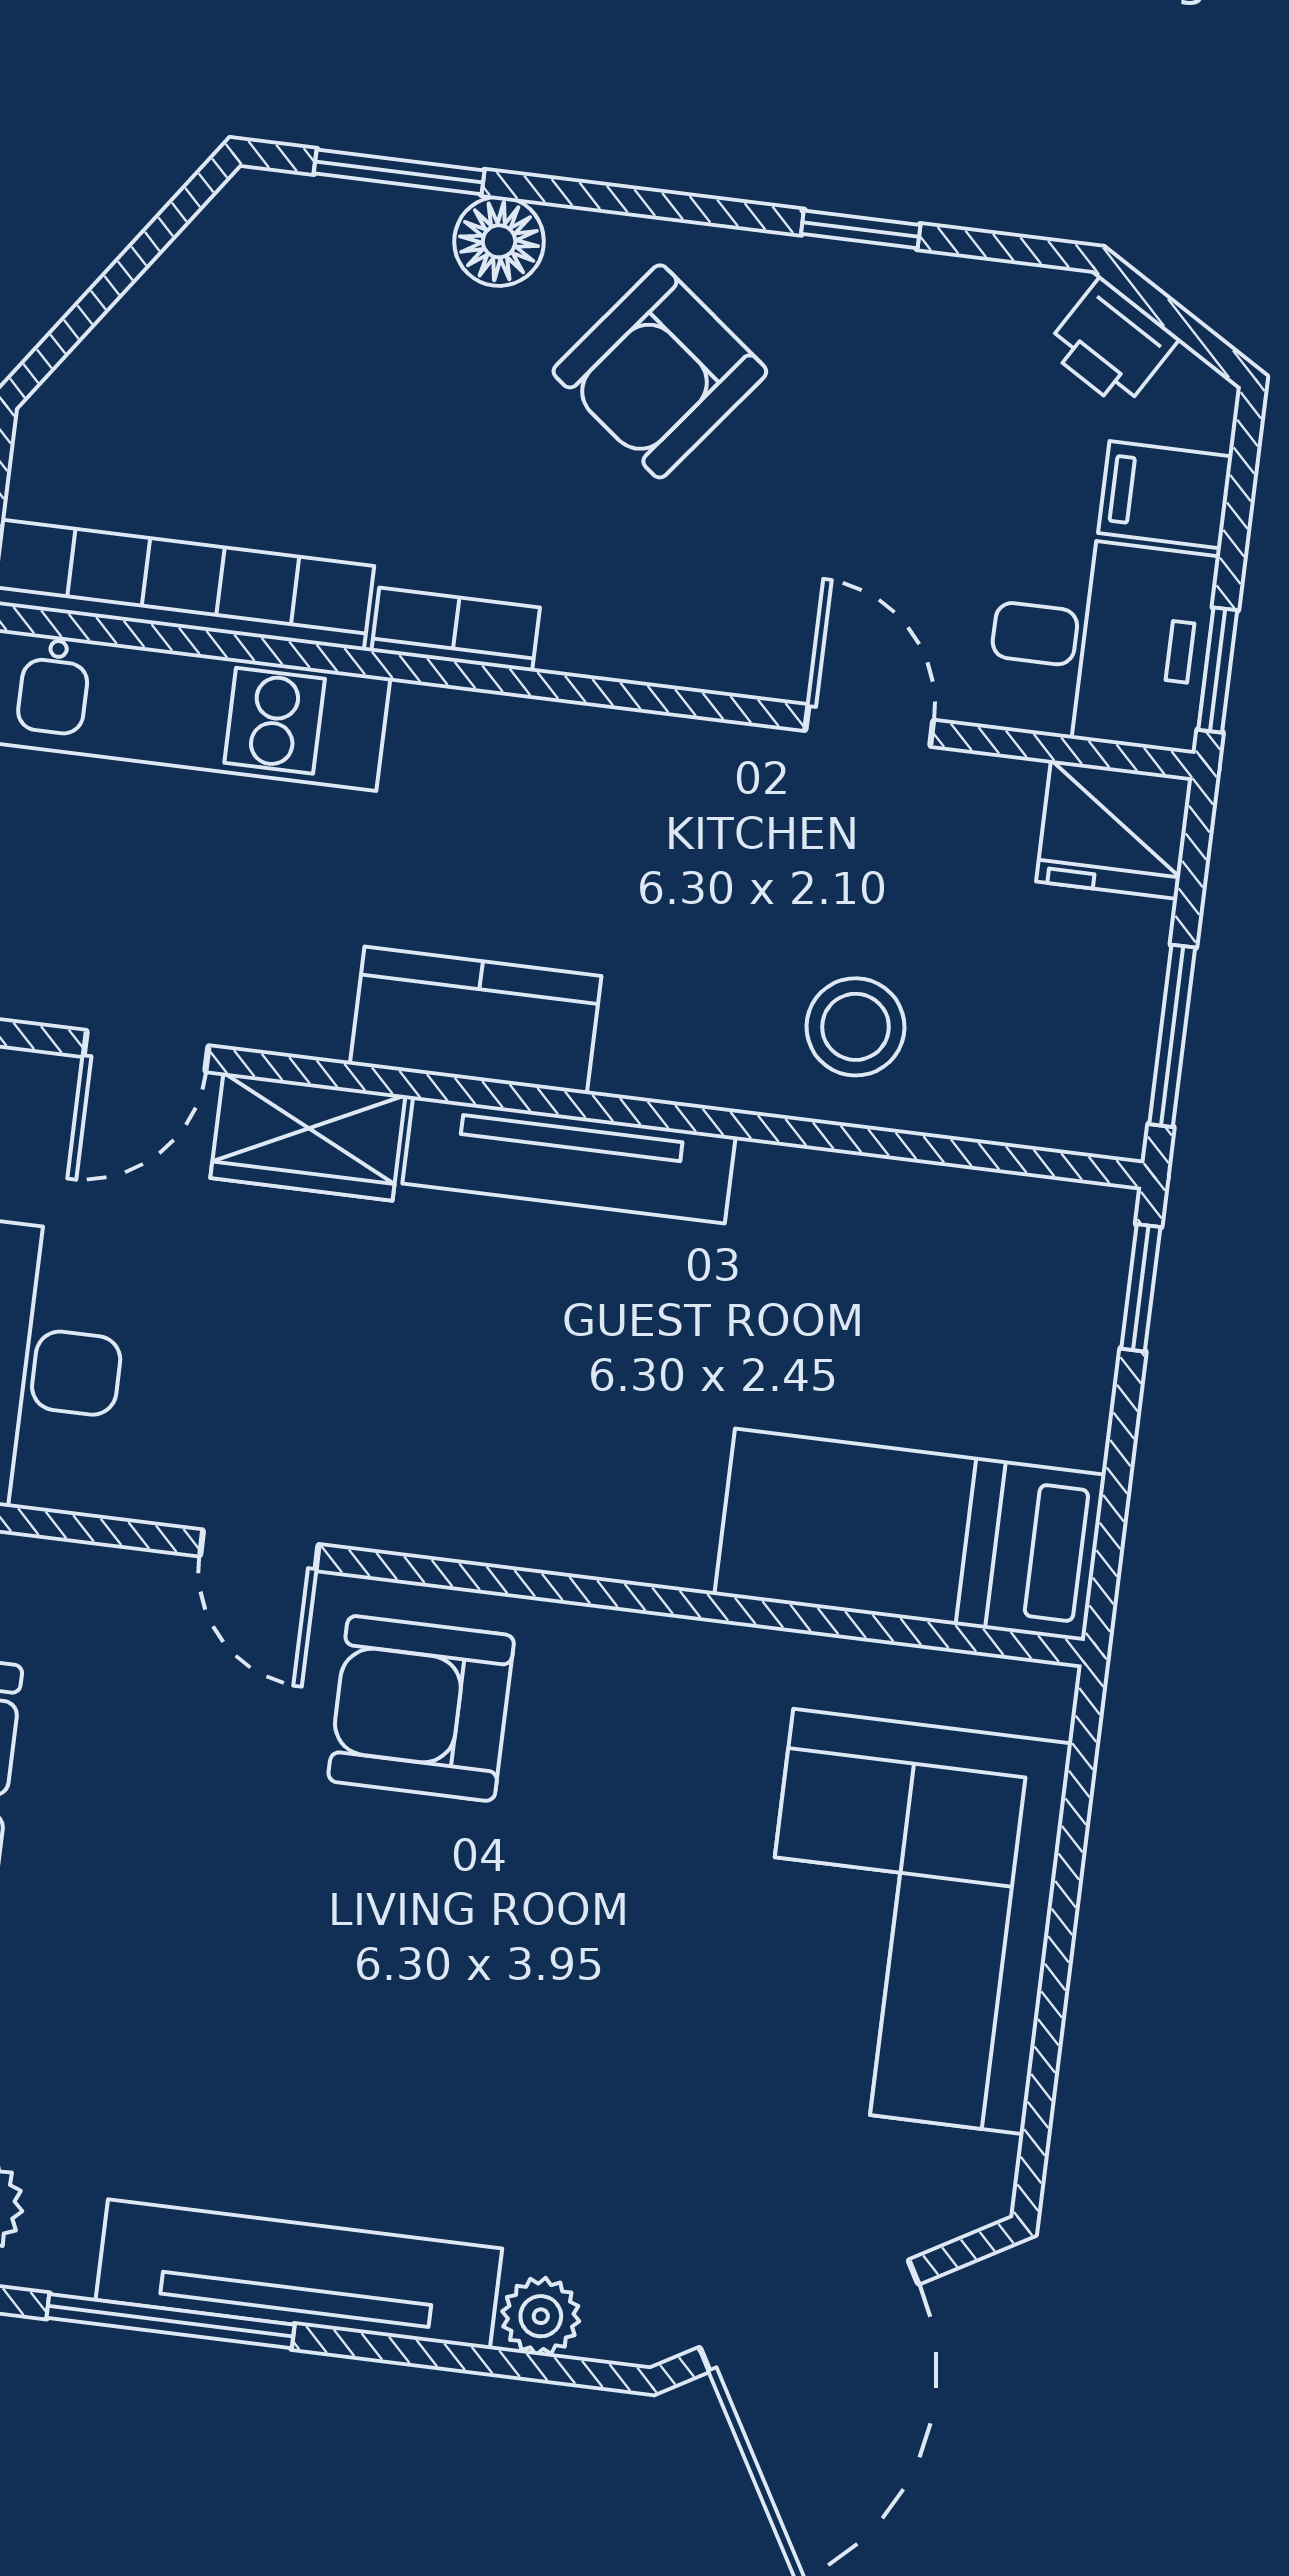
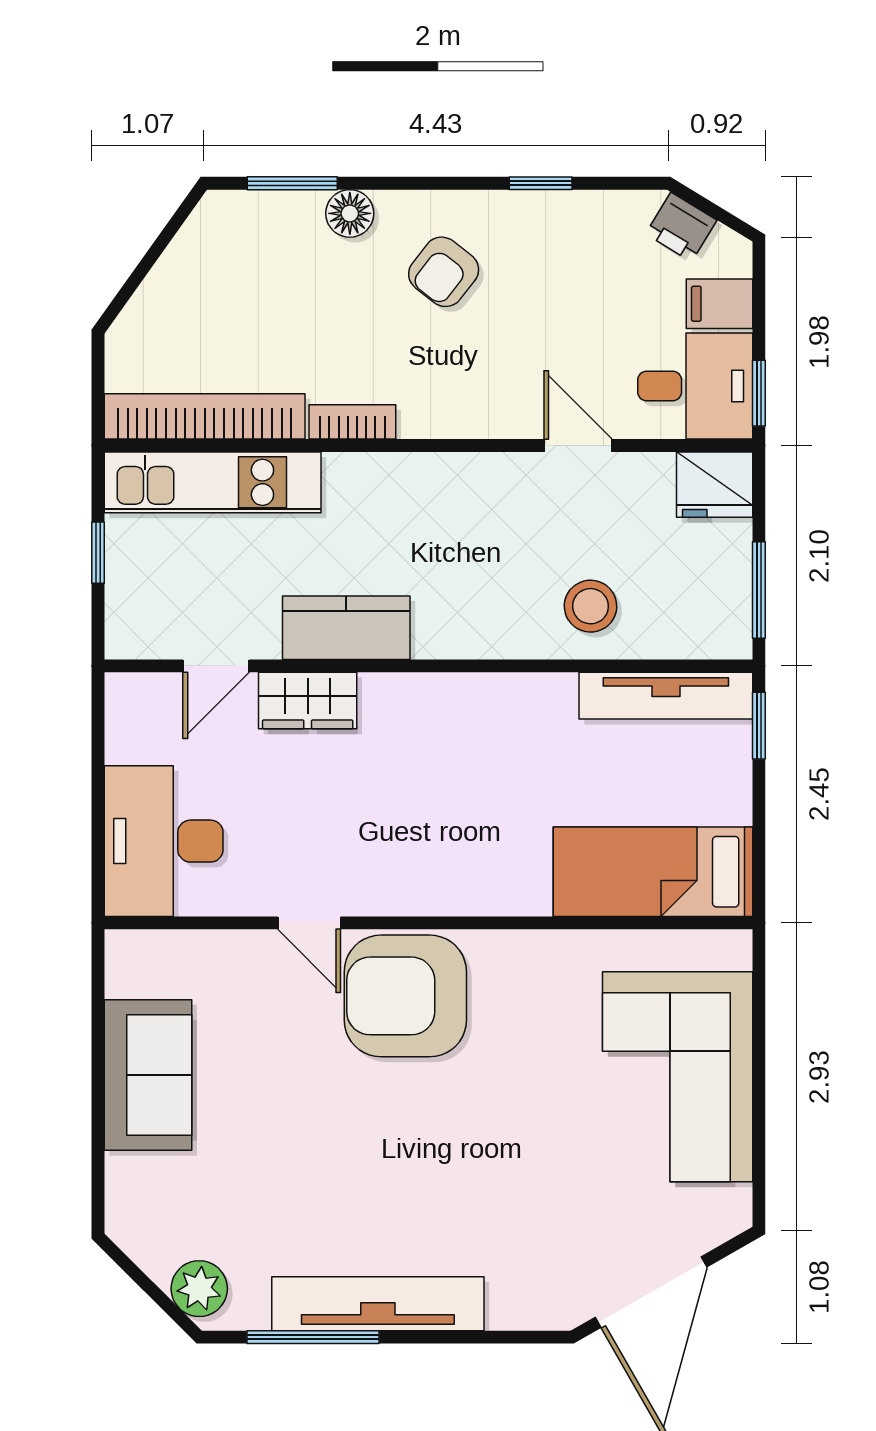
armchair: (660, 371) -> (444, 272), width x0.72, depth x0.72
kitchen counter: (476, 1020) -> (346, 628), moved
tv unit: (569, 1160) -> (666, 696), moved
armchair: (421, 1708) -> (405, 996), width x1.36, depth x1.36
plant: (541, 2316) -> (509, 1310), removed

